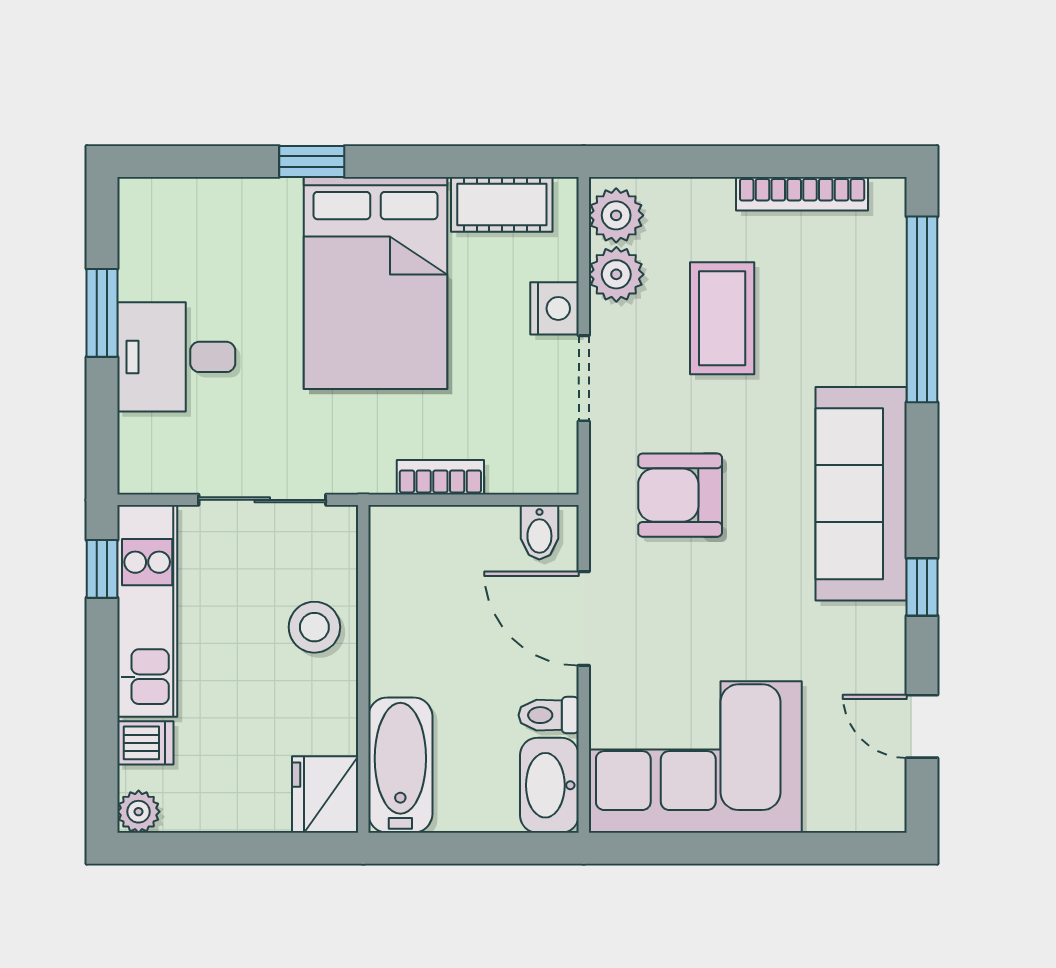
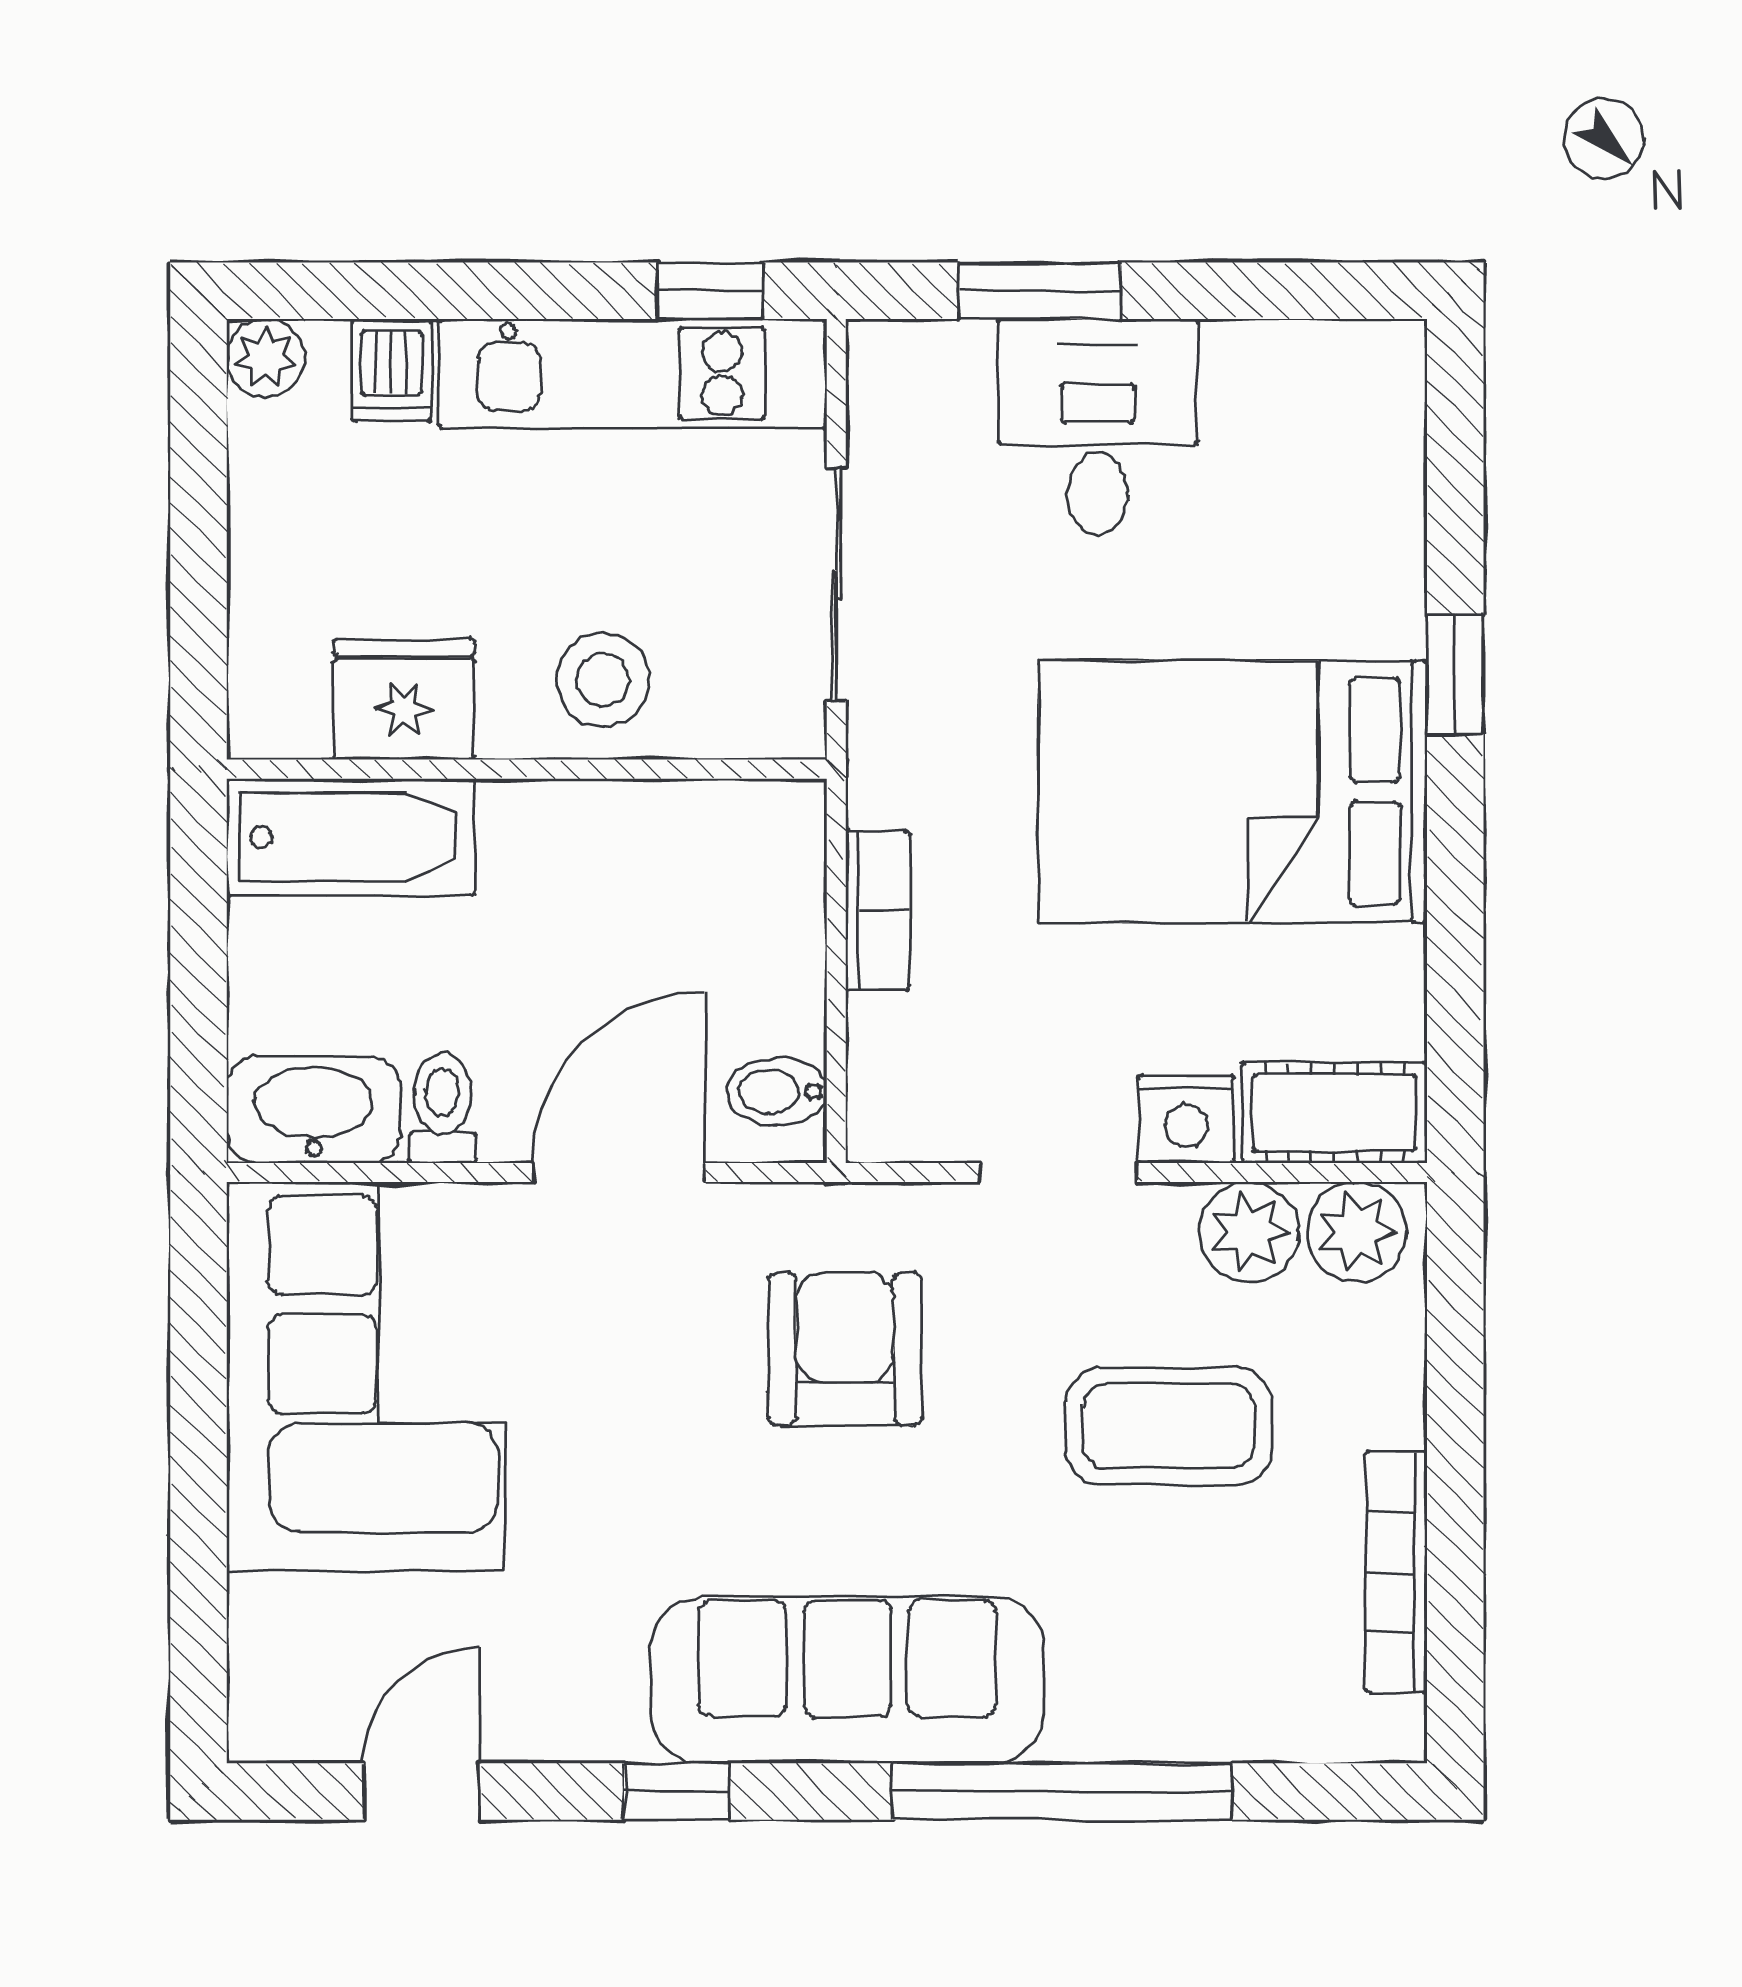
cot: (502, 204) -> (1334, 1113), moved, turned 90
window: (922, 309) -> (1062, 1791), moved
window: (102, 313) -> (1040, 291), moved
fridge: (325, 795) -> (404, 699), moved

